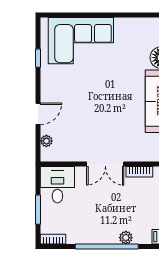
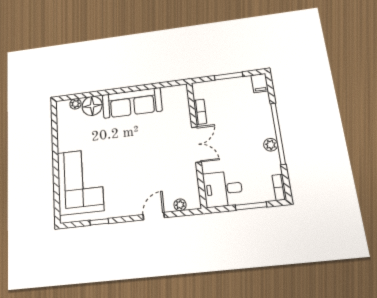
door: (38, 114) -> (154, 216), hinge flipped
plant: (126, 238) -> (271, 145), moved

